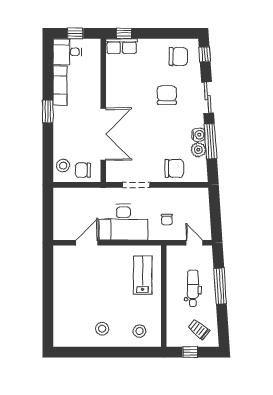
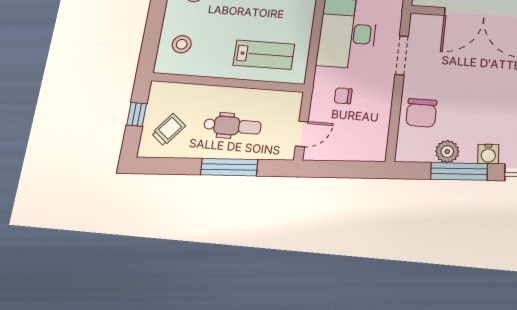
water cooler: (198, 135) -> (488, 154), moved

